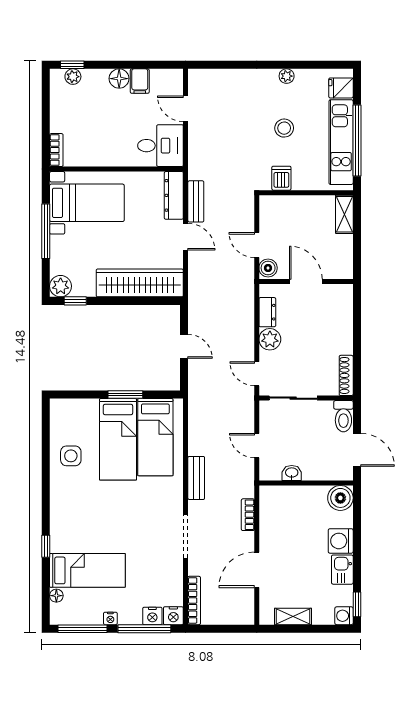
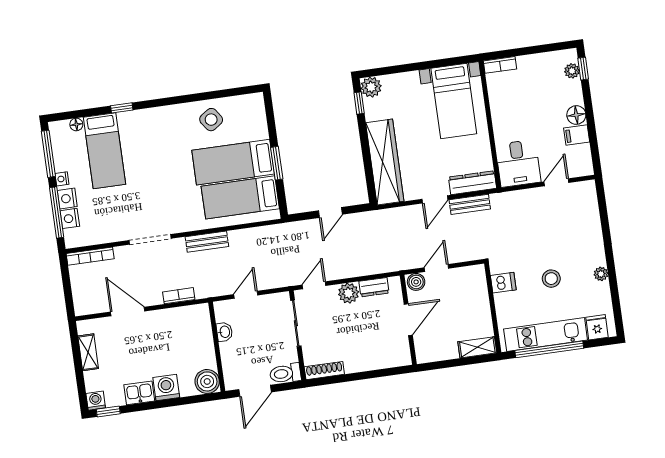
window: (46, 231) -> (421, 66), removed
side table: (71, 456) -> (211, 120), turned -35
nightstand: (173, 616) -> (67, 198), moved

